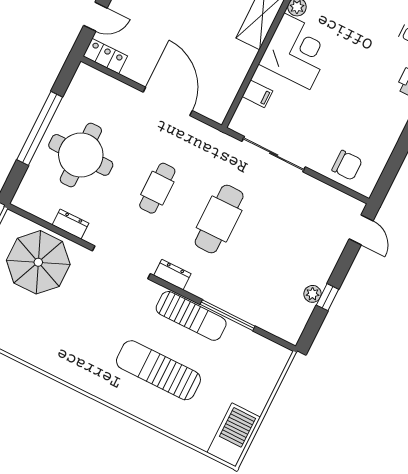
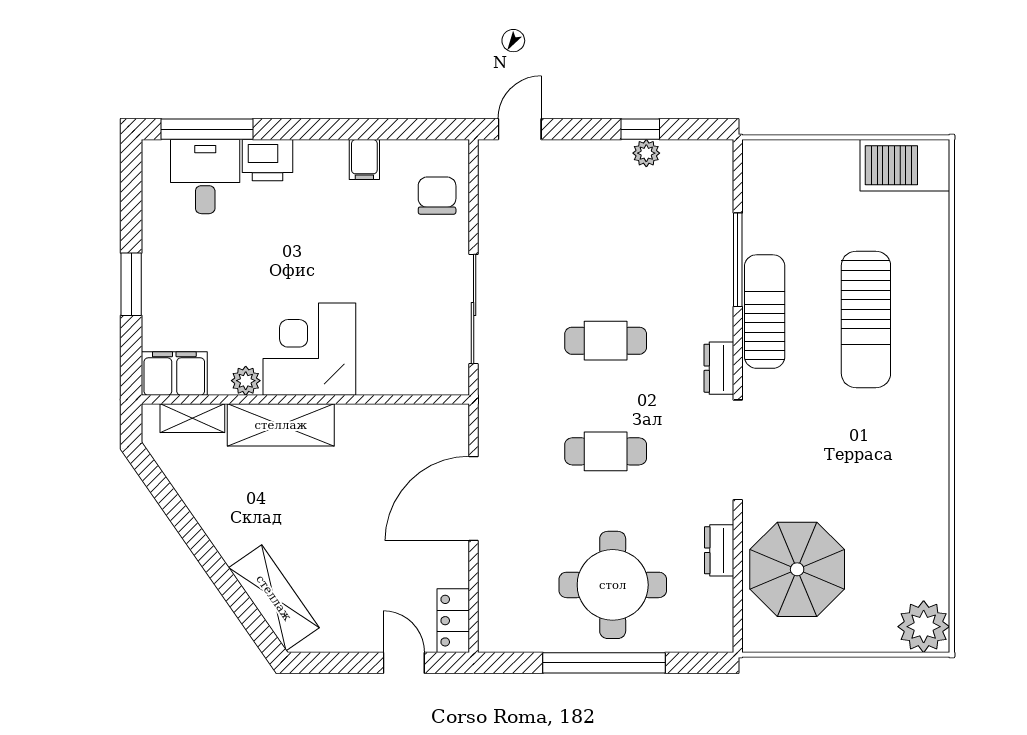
filing cabinet: (257, 94) -> (364, 160), moved, turned 180
cafe table: (219, 219) -> (606, 341), width x0.73, depth x0.74

